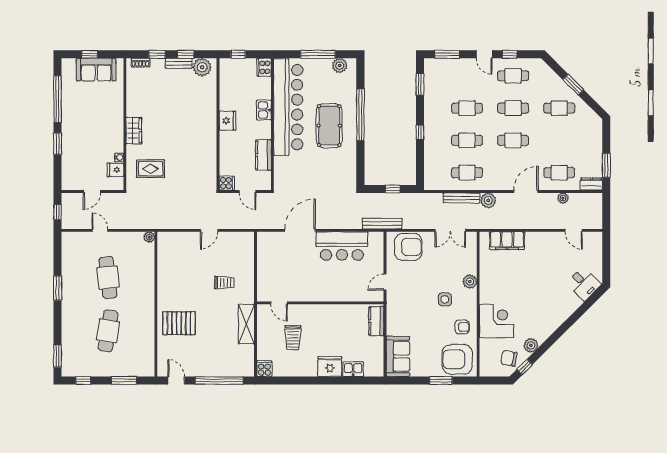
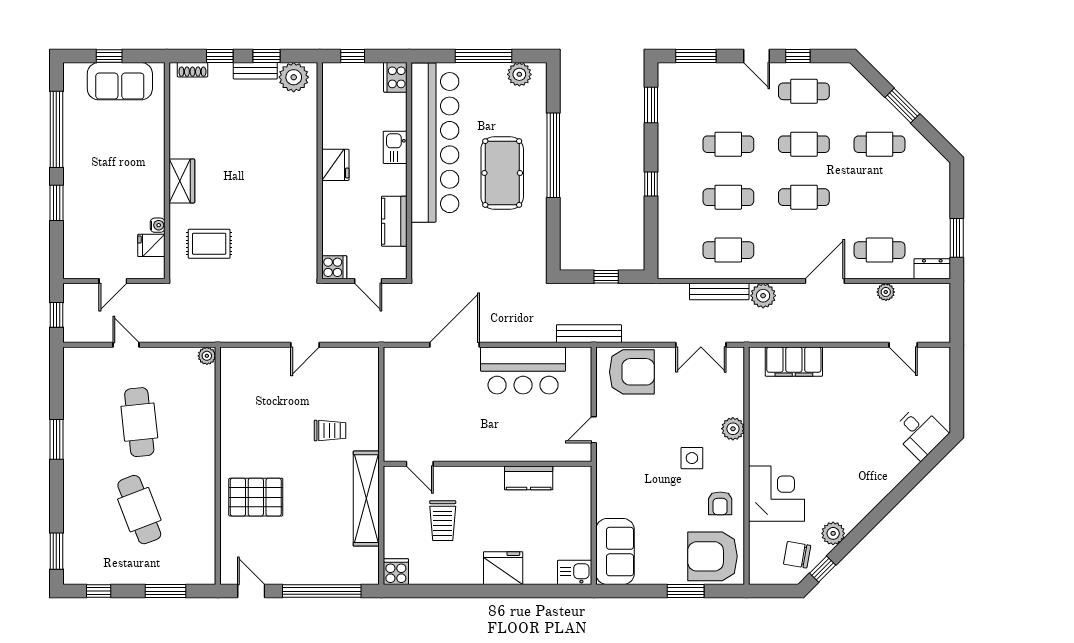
kitchen counter: (376, 321) -> (529, 478), moved, turned -90
shelving: (246, 324) -> (366, 499), width x1.47
armchair: (462, 327) -> (720, 503), turned 90
cafe table: (108, 331) -> (139, 510), turned -30
kitchen sink: (353, 369) -> (575, 572), moved

